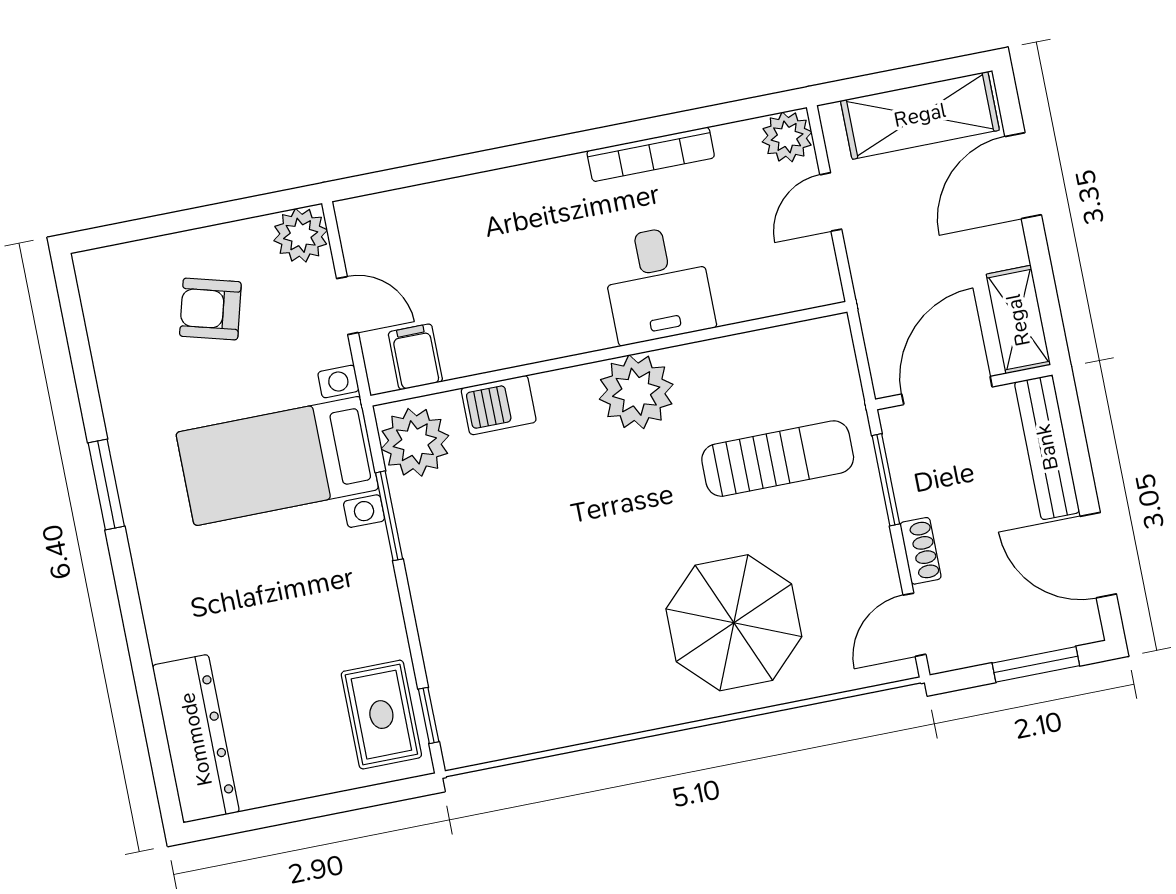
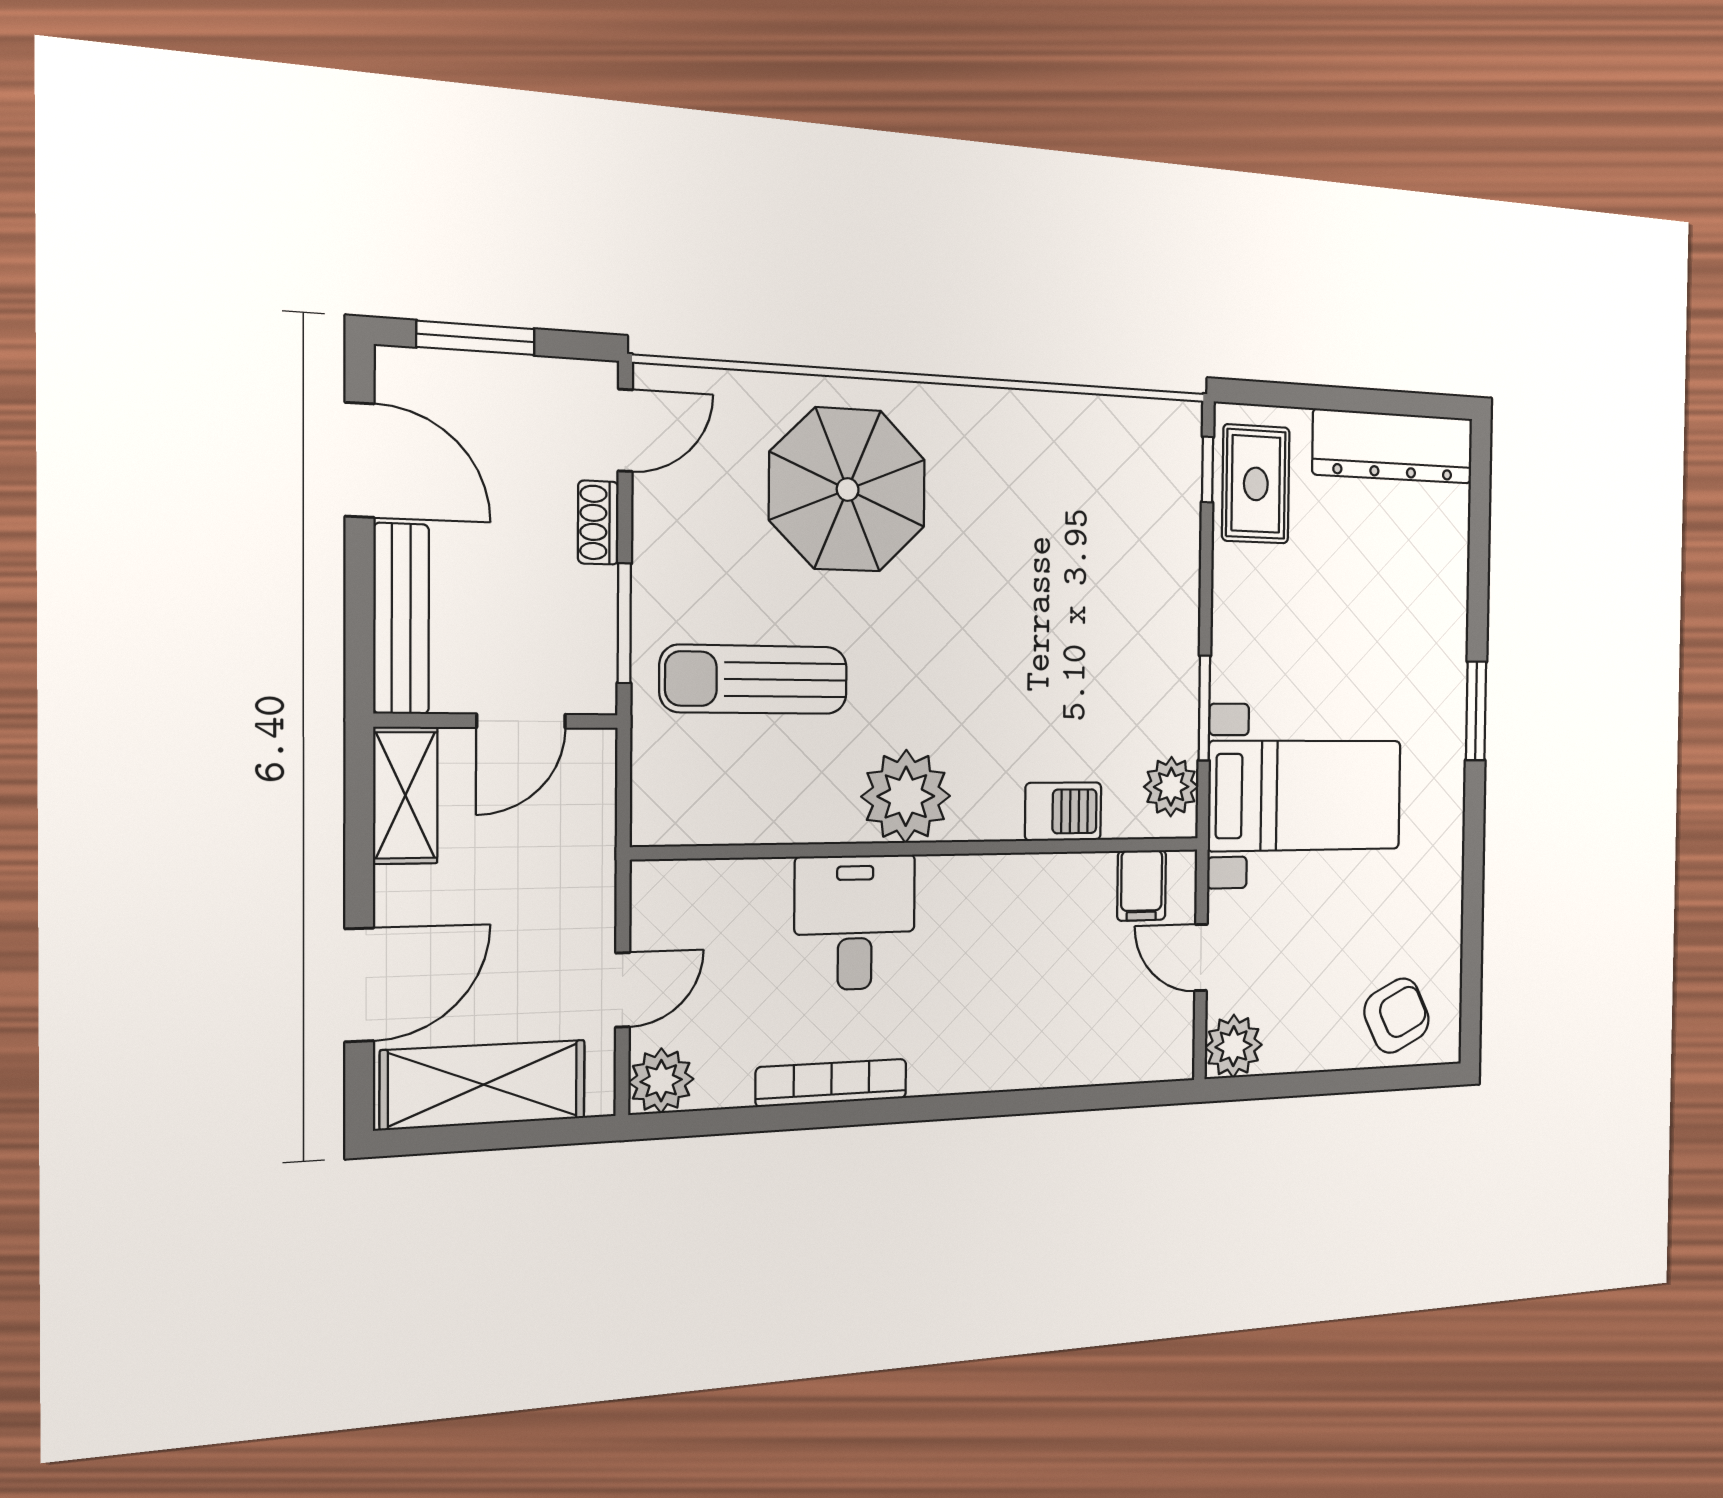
armchair: (210, 309) -> (1397, 1016), moved, turned -41
door: (947, 391) -> (521, 721), width x0.73
plant: (415, 442) -> (1171, 787), width x0.73, depth x0.73
window: (106, 485) -> (1476, 711), moved
dresser: (196, 739) -> (1393, 446), moved, turned -90

